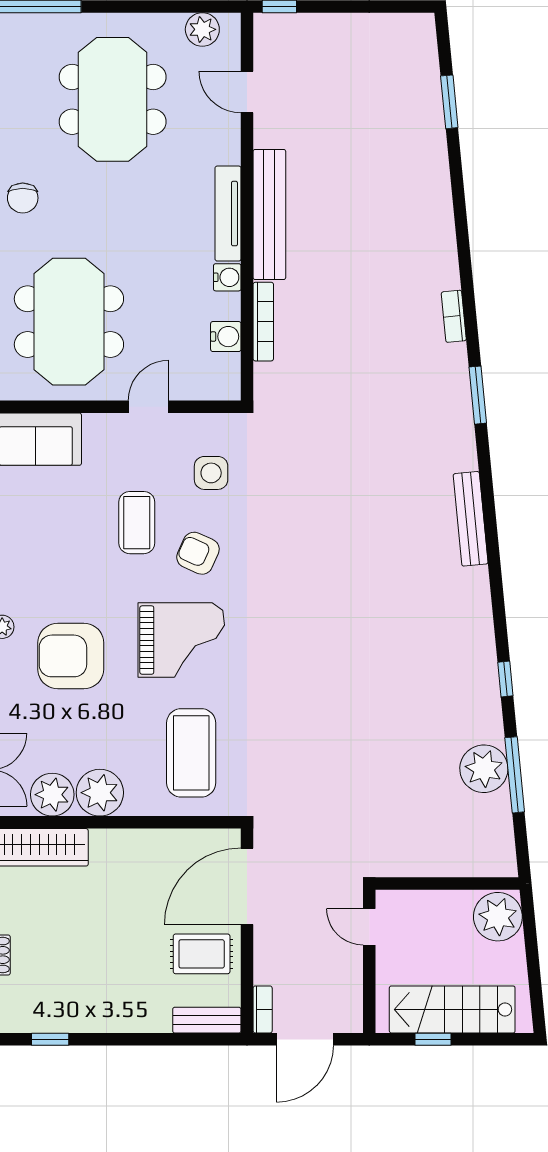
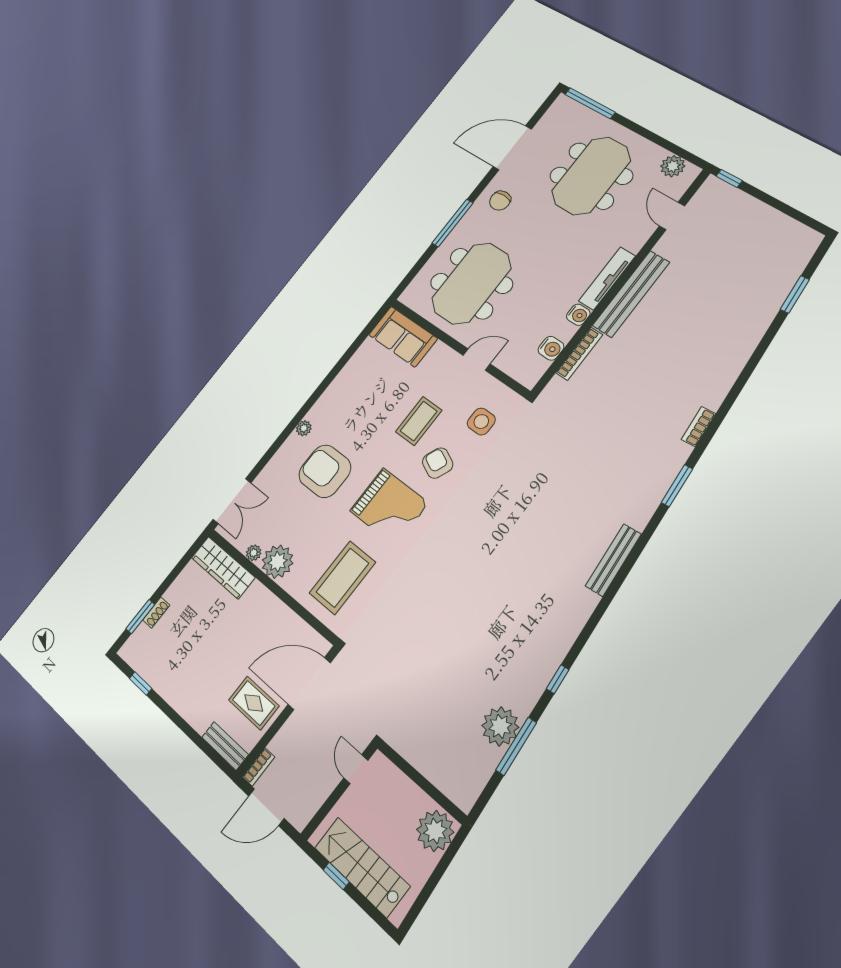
plant: (52, 795) -> (254, 553), width x0.53, depth x0.53

